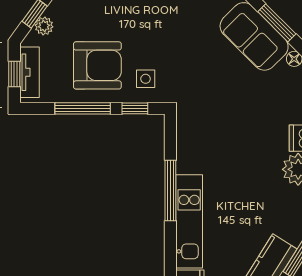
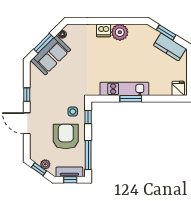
window: (83, 108) -> (88, 155), moved
window: (170, 191) -> (131, 99), width x0.69
kitchen unit: (189, 221) -> (124, 89), moved

